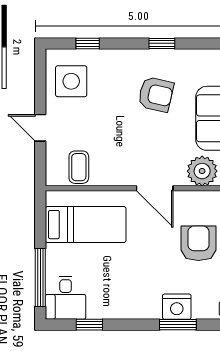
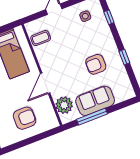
side table: (71, 81) -> (85, 16), width x0.54, depth x0.54
armchair: (156, 94) -> (96, 64), turned 77

